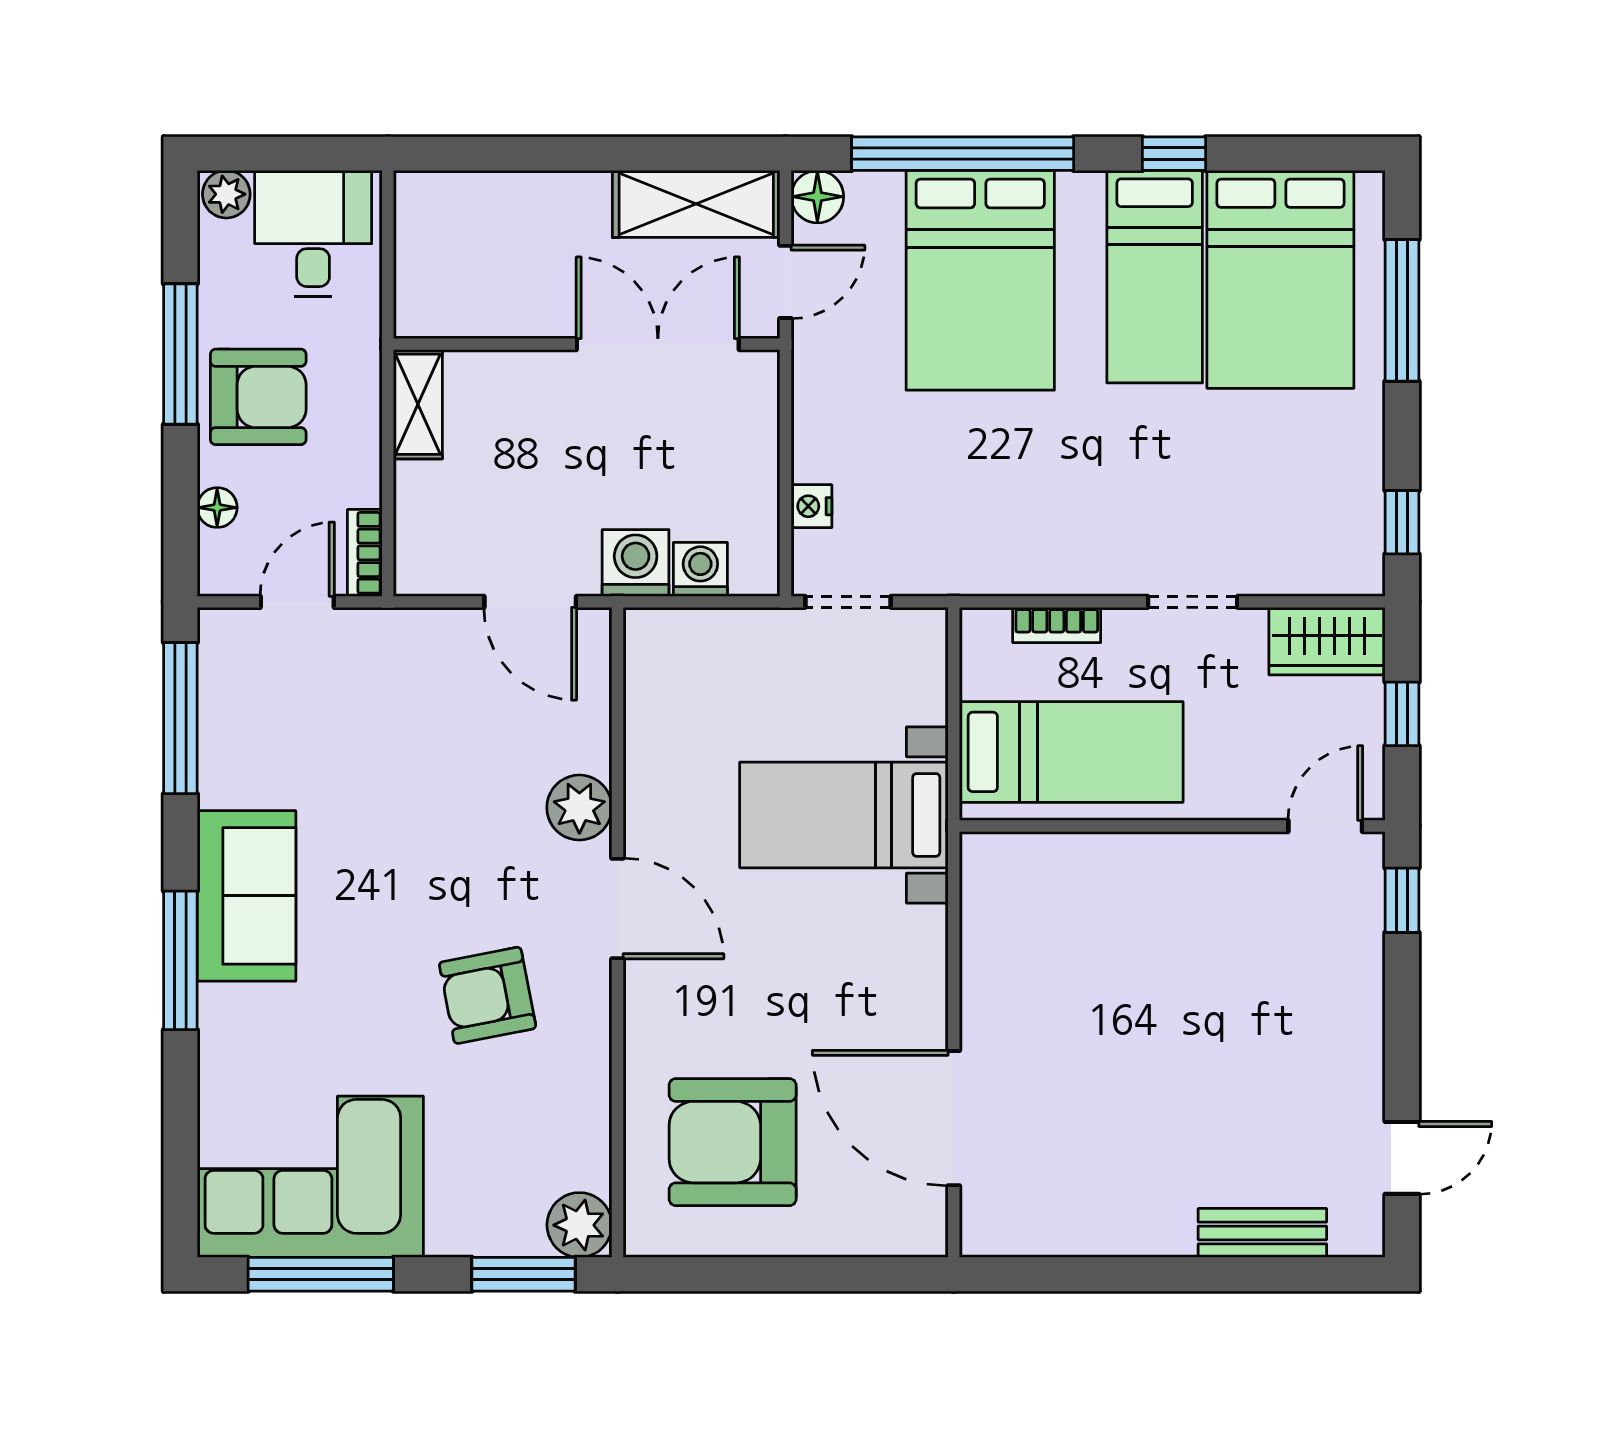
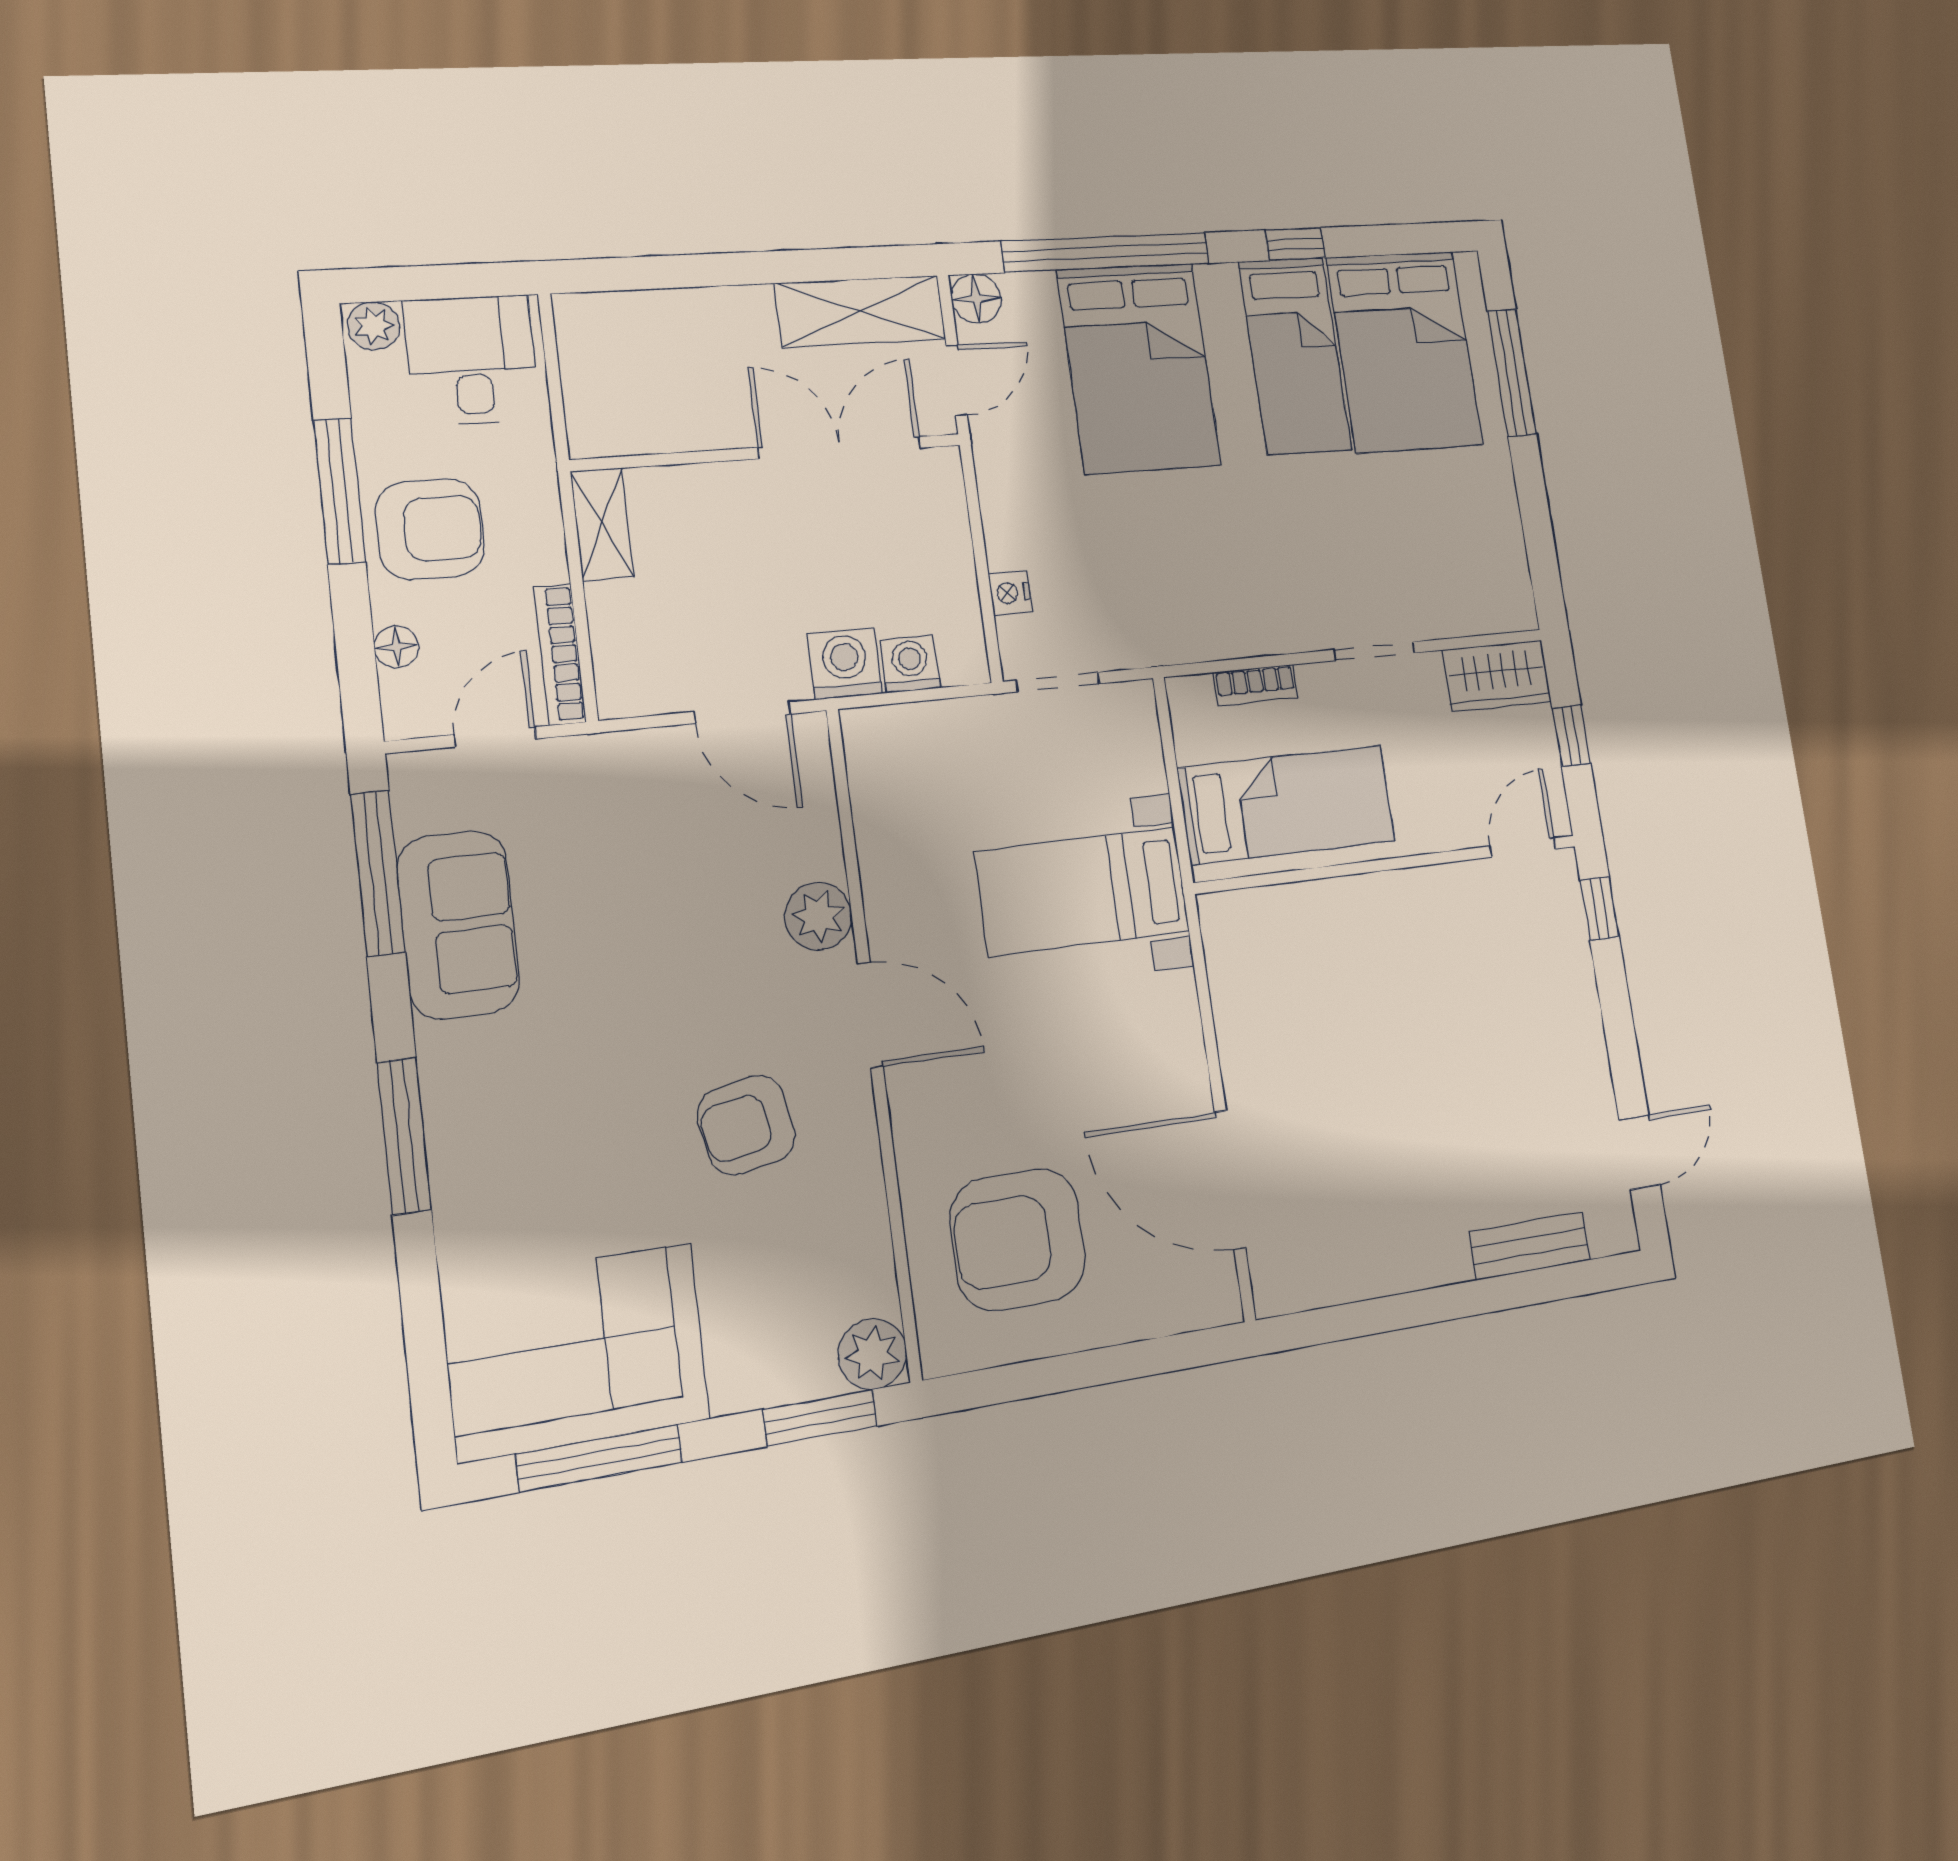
window: (1402, 522) -> (1543, 562), removed
bookcase: (365, 553) -> (560, 654), width x1.56
sofa: (247, 896) -> (458, 925), moved

